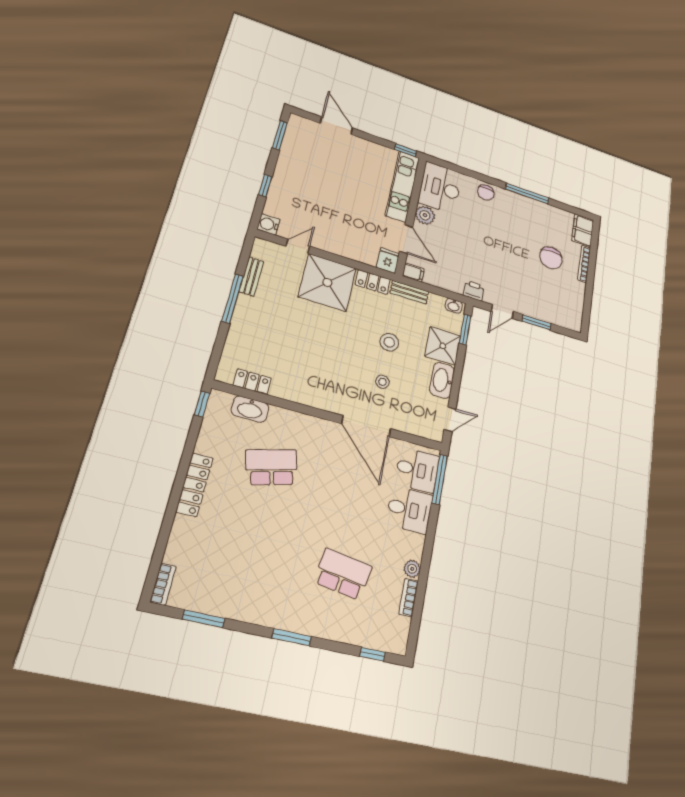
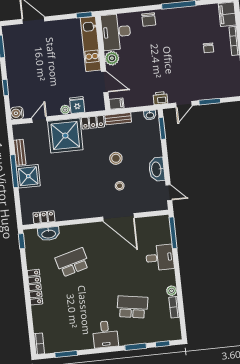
plant: (340, 249) -> (65, 110), added
chair: (551, 258) -> (208, 48), width x0.54, depth x0.54
fridge: (388, 260) -> (77, 105), moved
shower: (443, 346) -> (28, 176), moved
door: (450, 419) -> (169, 193), hinge flipped
desk: (417, 470) -> (105, 334), moved, turned 90
window: (292, 637) -> (136, 347), moved

